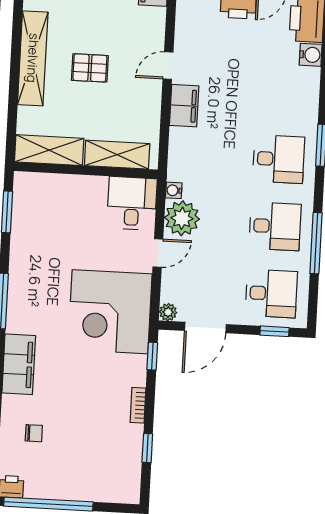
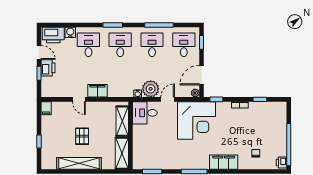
desk: (282, 92) -> (88, 45), added
door: (158, 253) -> (168, 99), hinge flipped
door: (205, 328) -> (202, 75), swing flipped

